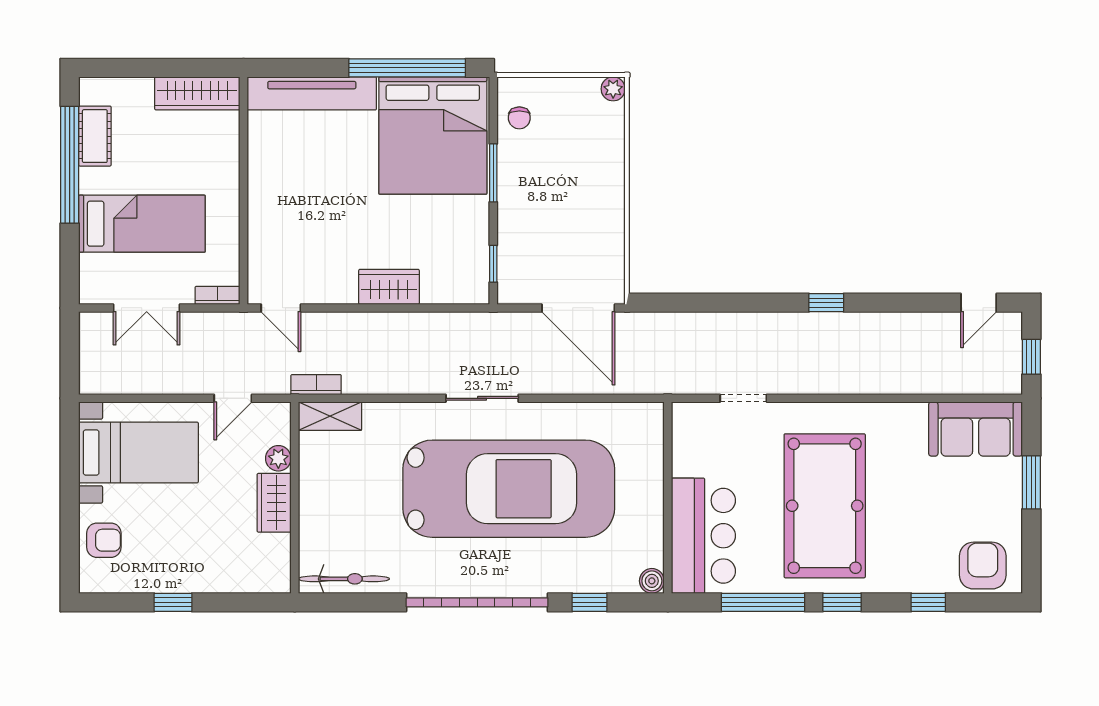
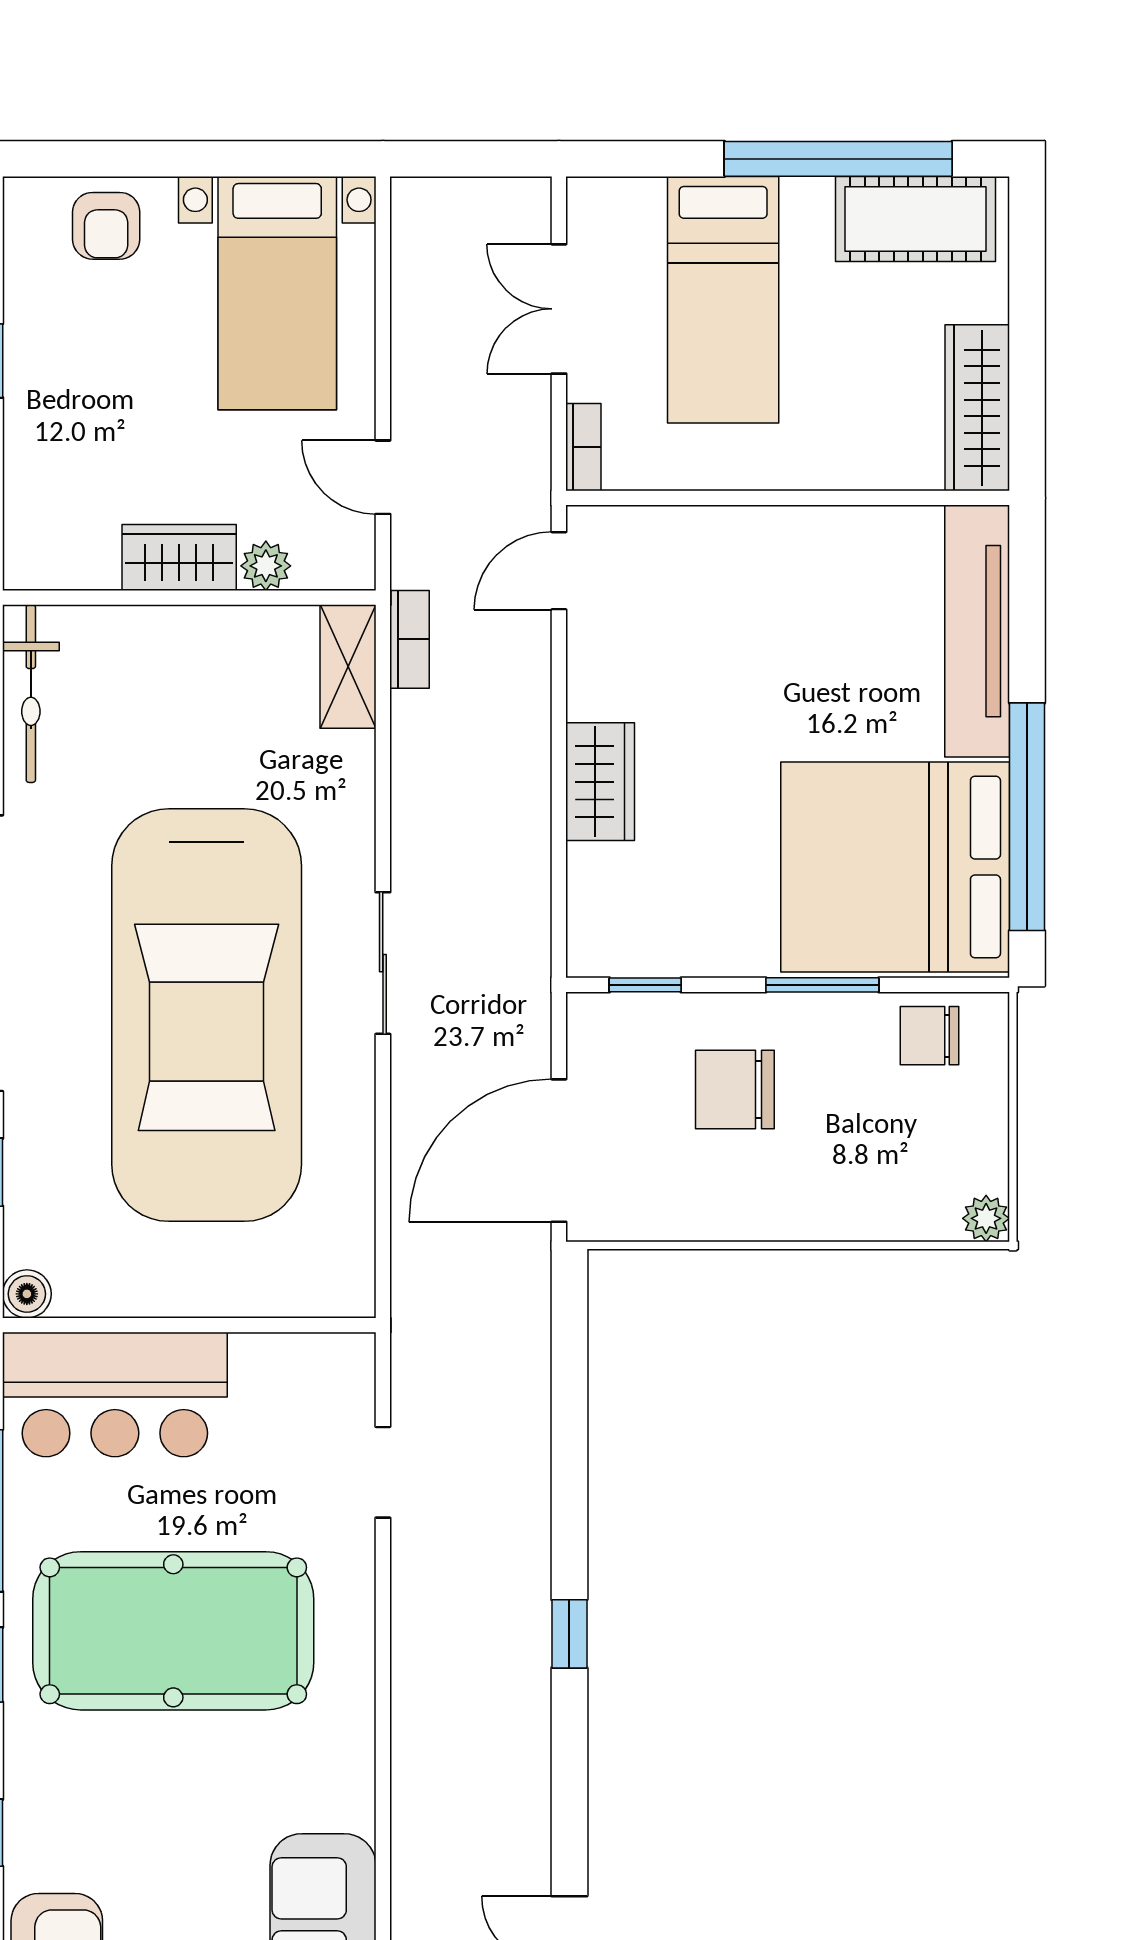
chair: (519, 118) -> (929, 1036), width x1.37, depth x1.37
cot: (95, 136) -> (916, 219), width x1.37, depth x1.34
chair: (547, 218) -> (735, 1090), added

